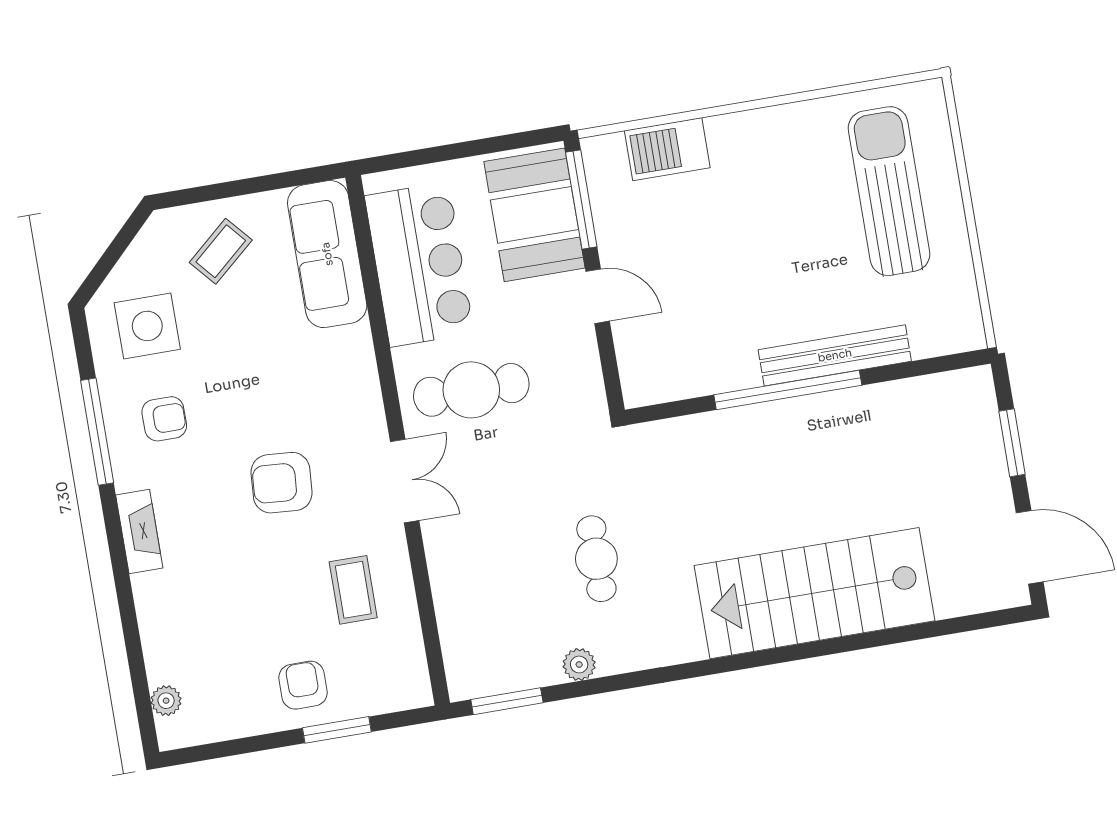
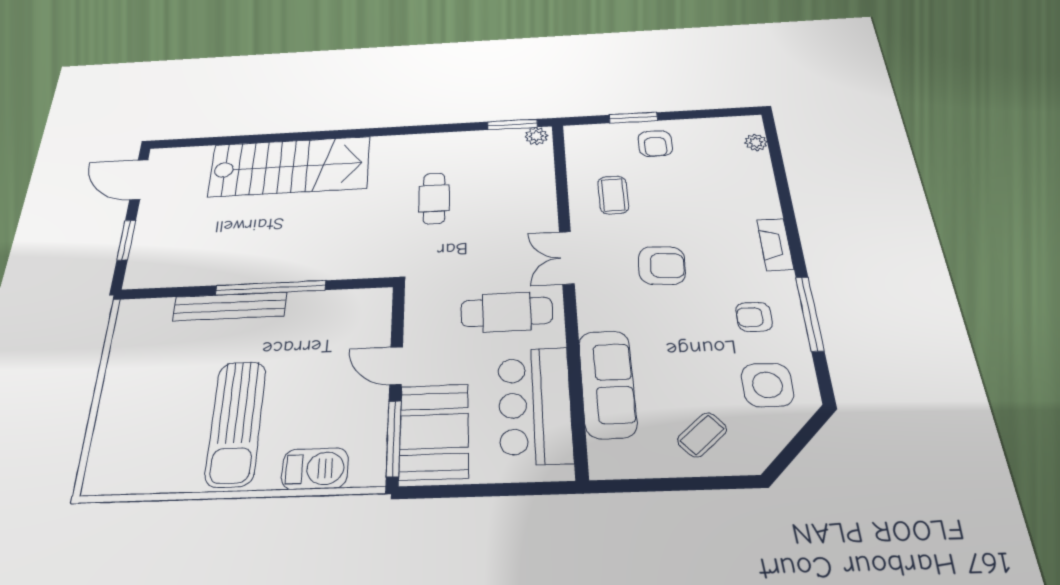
sun lounger: (889, 191) -> (236, 423), moved
sofa: (327, 254) -> (607, 384), moved
plant: (579, 665) -> (536, 136), moved

